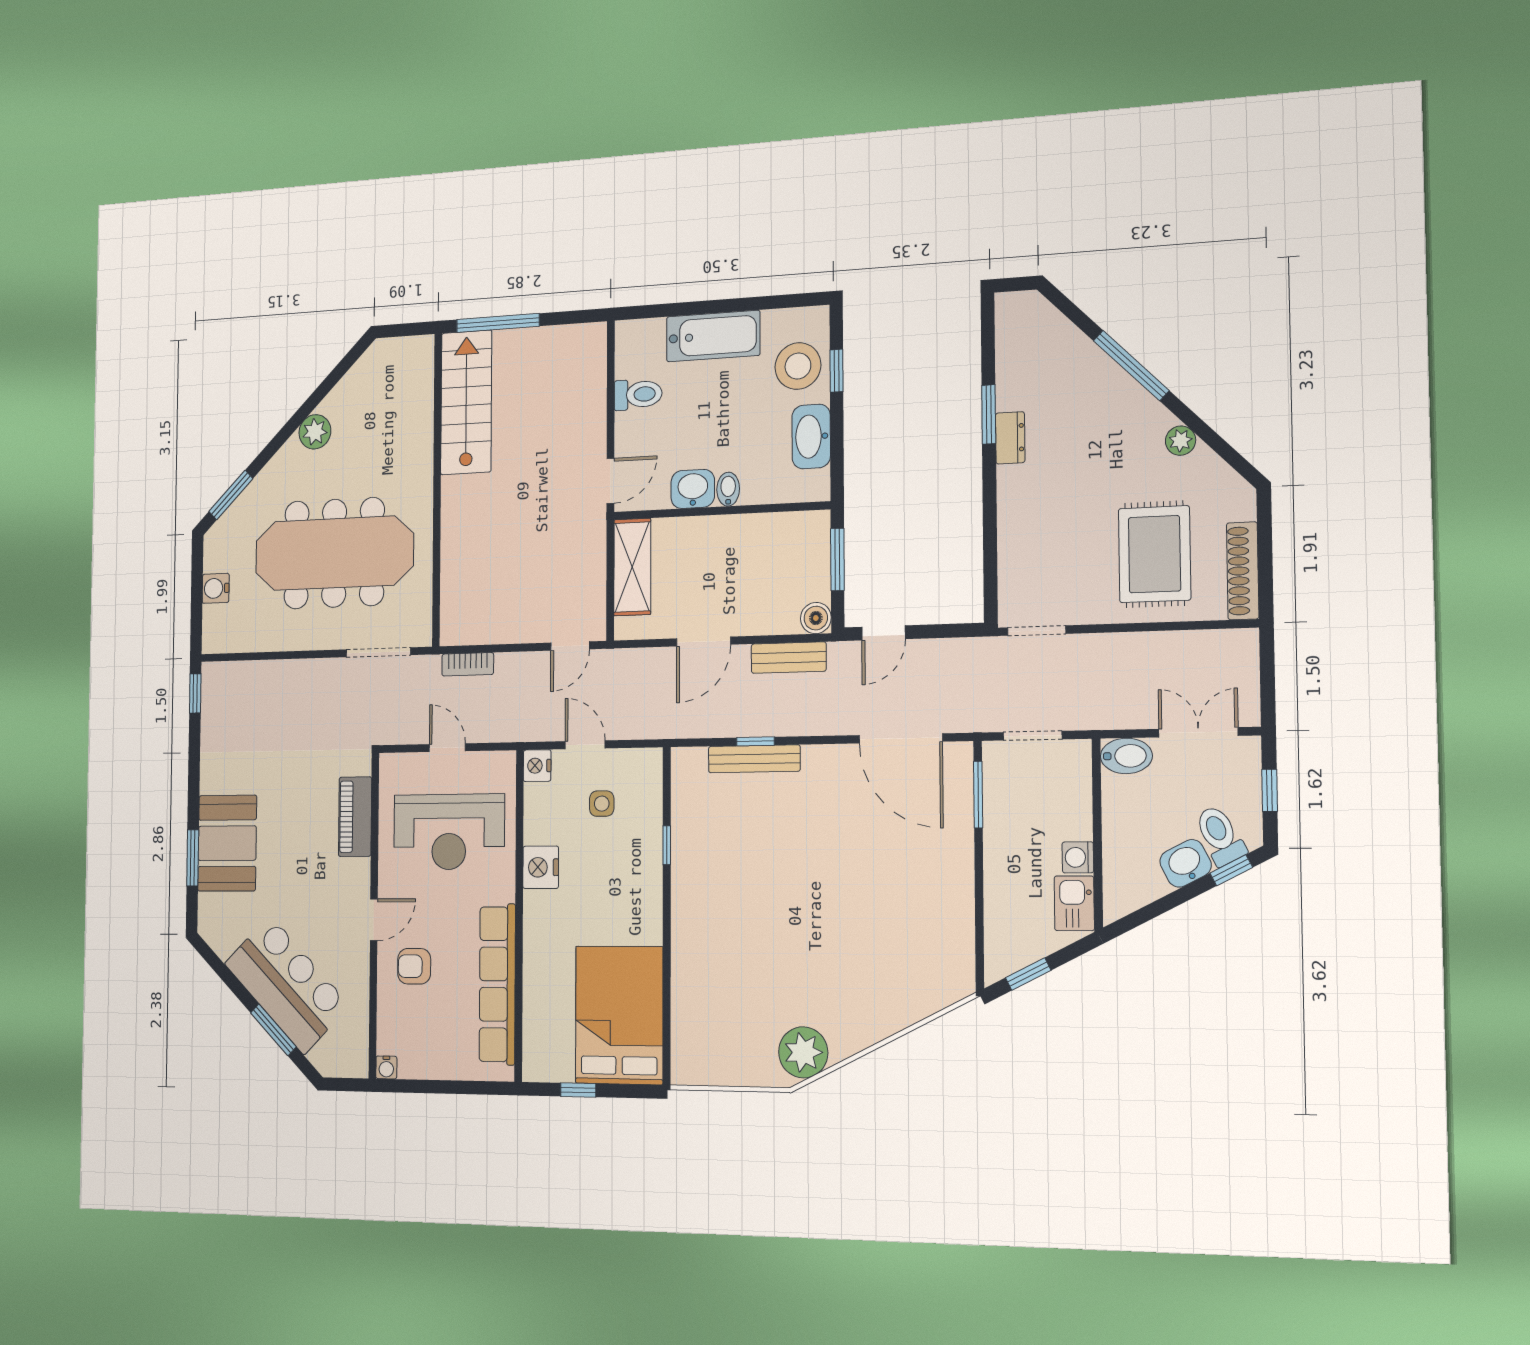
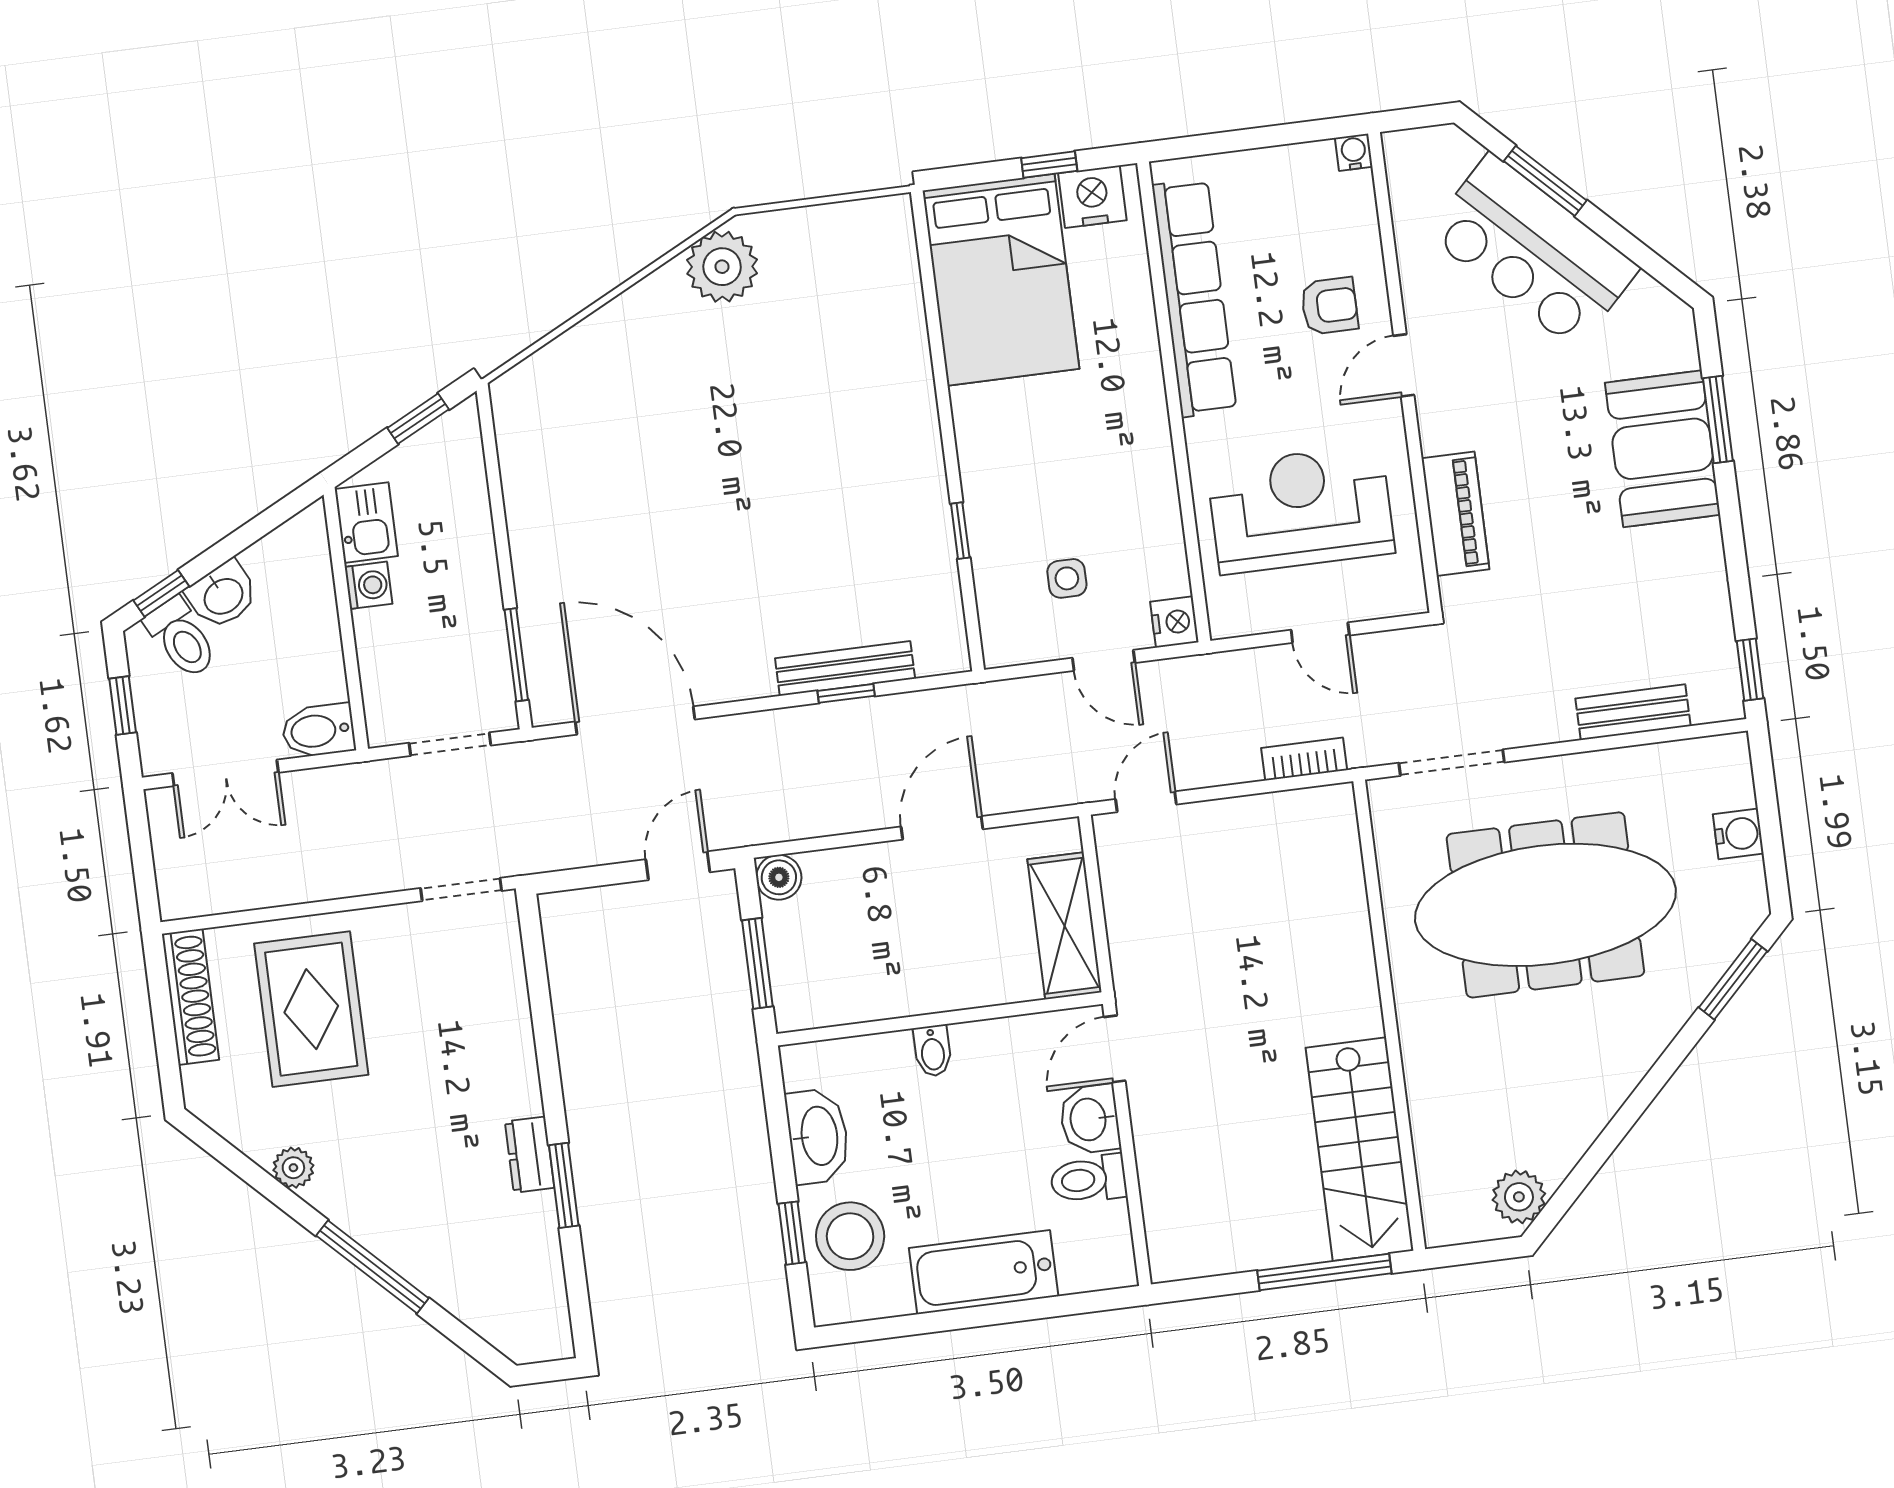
plant: (315, 432) -> (1519, 1197), moved
washbasin: (693, 489) -> (1090, 1119), moved, turned 90
bench: (789, 658) -> (1633, 712), moved
nightstand: (541, 867) -> (1092, 197), moved, turned -90

